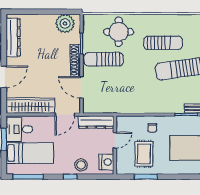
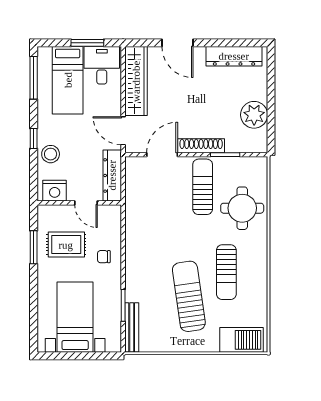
plant: (65, 24) -> (254, 115), moved

